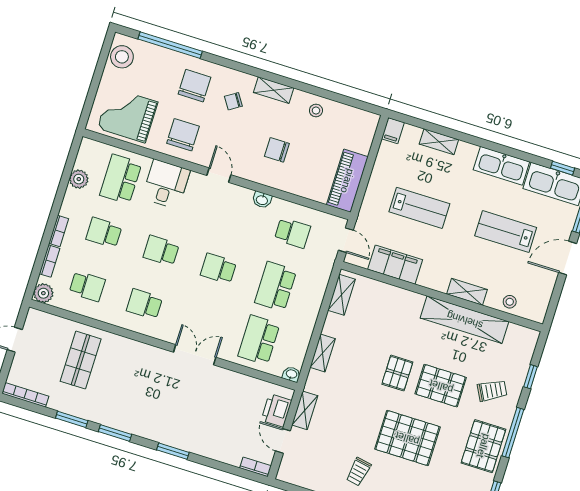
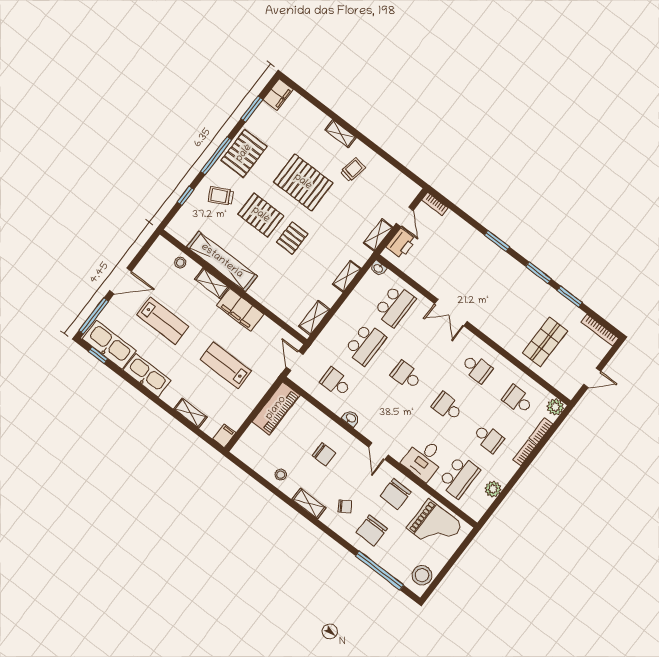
school desk: (161, 251) -> (447, 407), turned 180
filing cabinet: (395, 265) -> (240, 310), moved
school desk: (218, 269) -> (406, 375), turned 180

